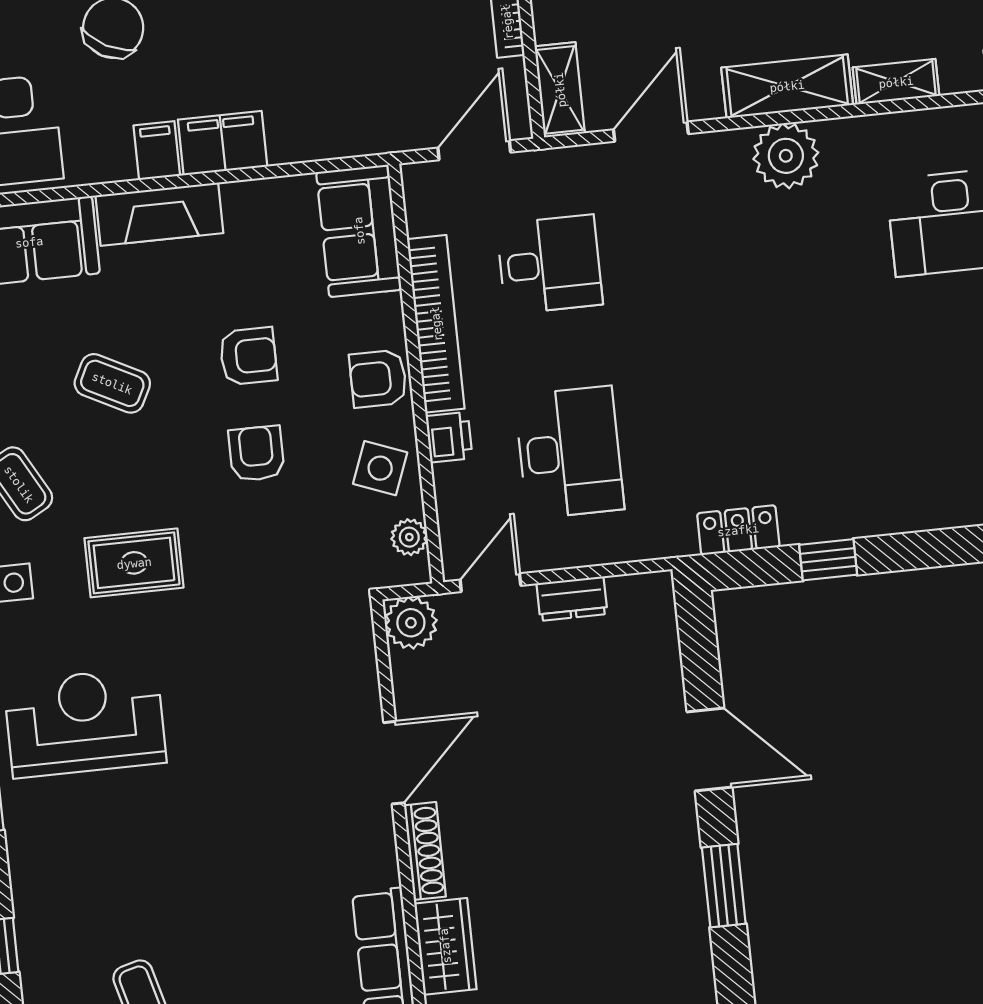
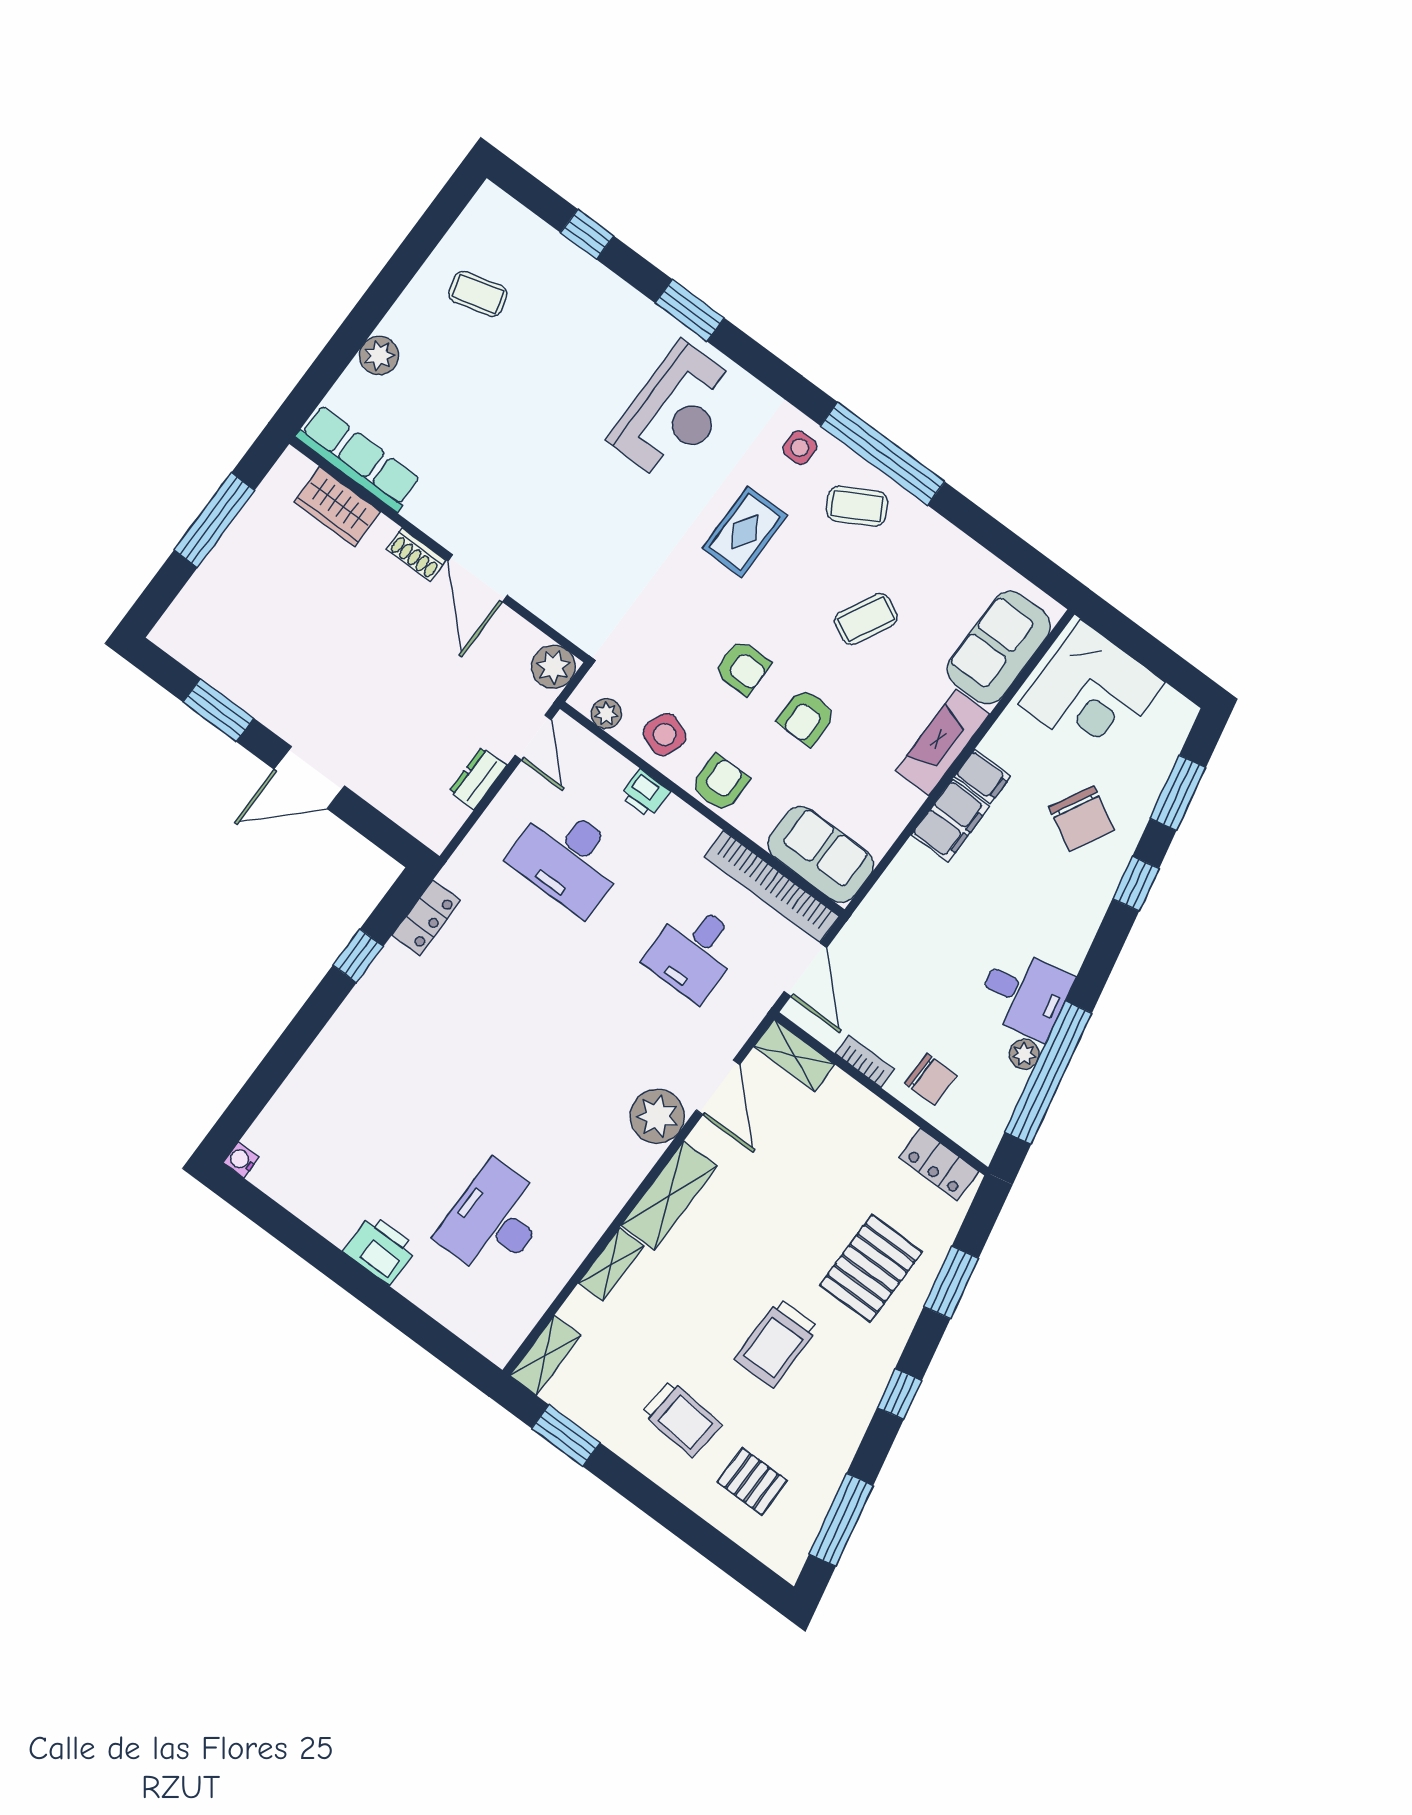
plant: (786, 156) -> (657, 1116), moved
bookcase: (436, 324) -> (772, 887), moved
shoe rack: (425, 851) -> (416, 555), width x0.70

